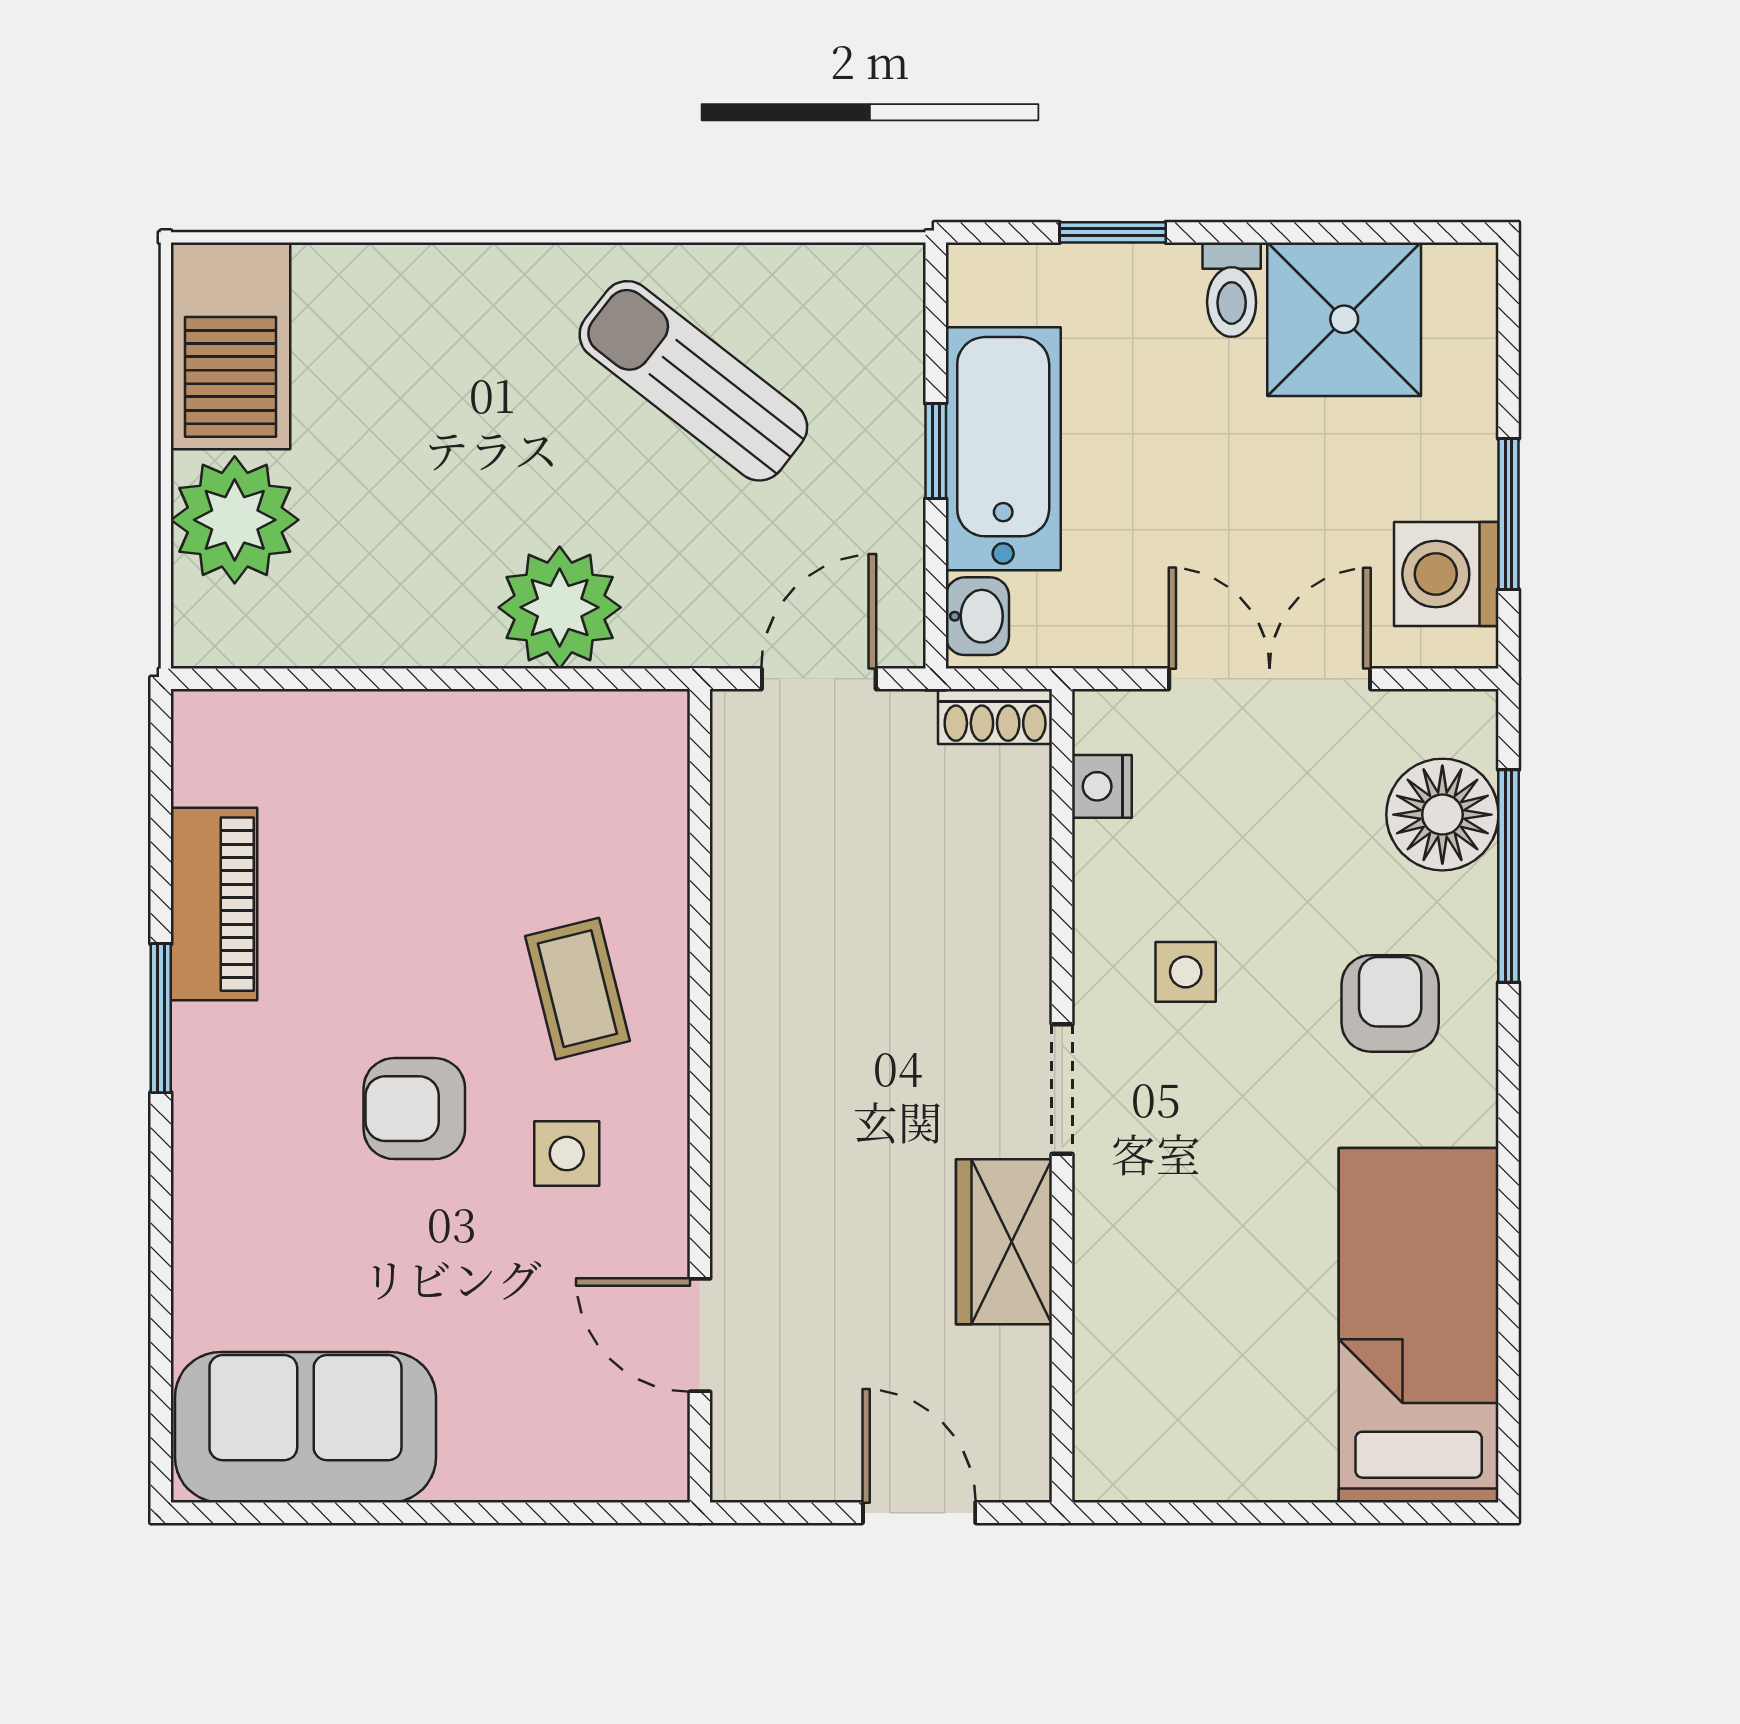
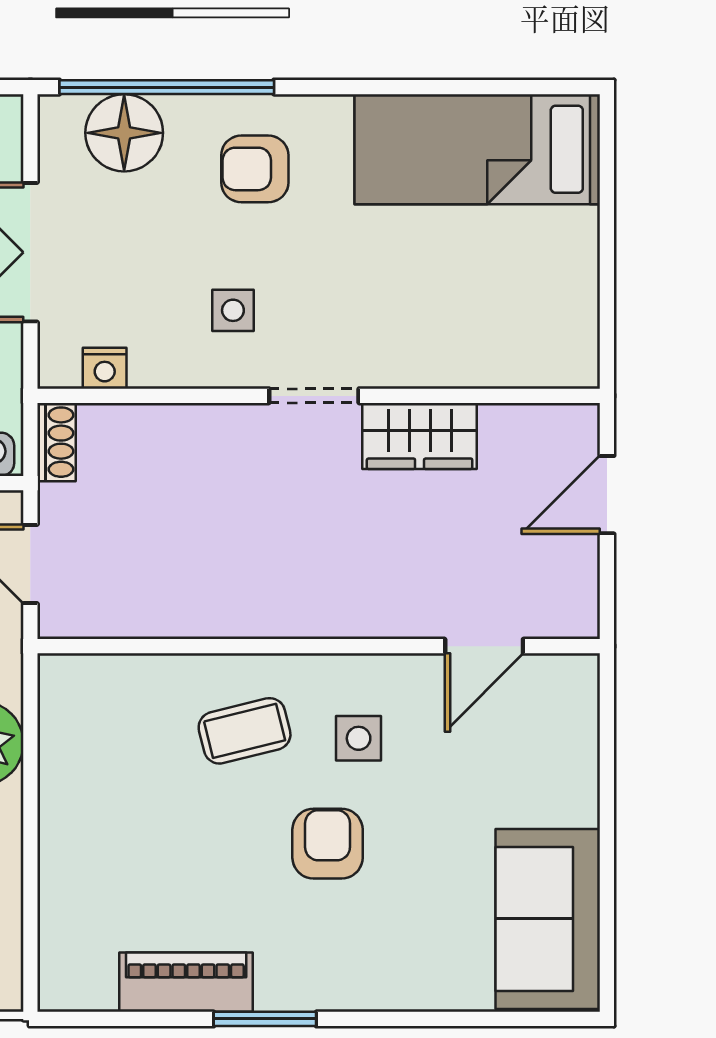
window: (1509, 876) -> (167, 87), width x1.46
armchair: (414, 1109) -> (328, 844), turned 180

